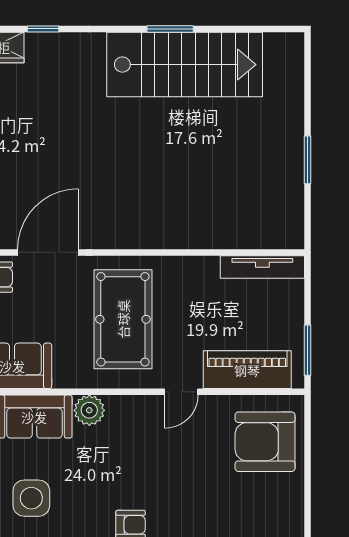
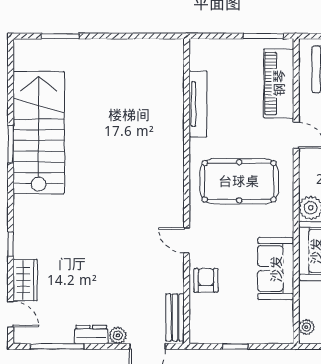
window: (308, 160) -> (60, 36), moved
door: (48, 252) -> (187, 240), width x0.53
tv unit: (262, 267) -> (198, 104), moved

